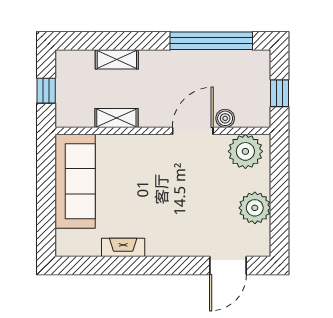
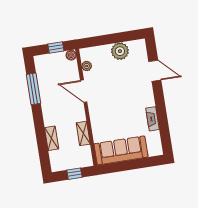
window: (211, 41) -> (34, 89), width x0.68
boiler: (225, 118) -> (71, 55), moved
plant: (245, 151) -> (87, 66), width x0.53, depth x0.53
door: (228, 265) -> (155, 71), moved

